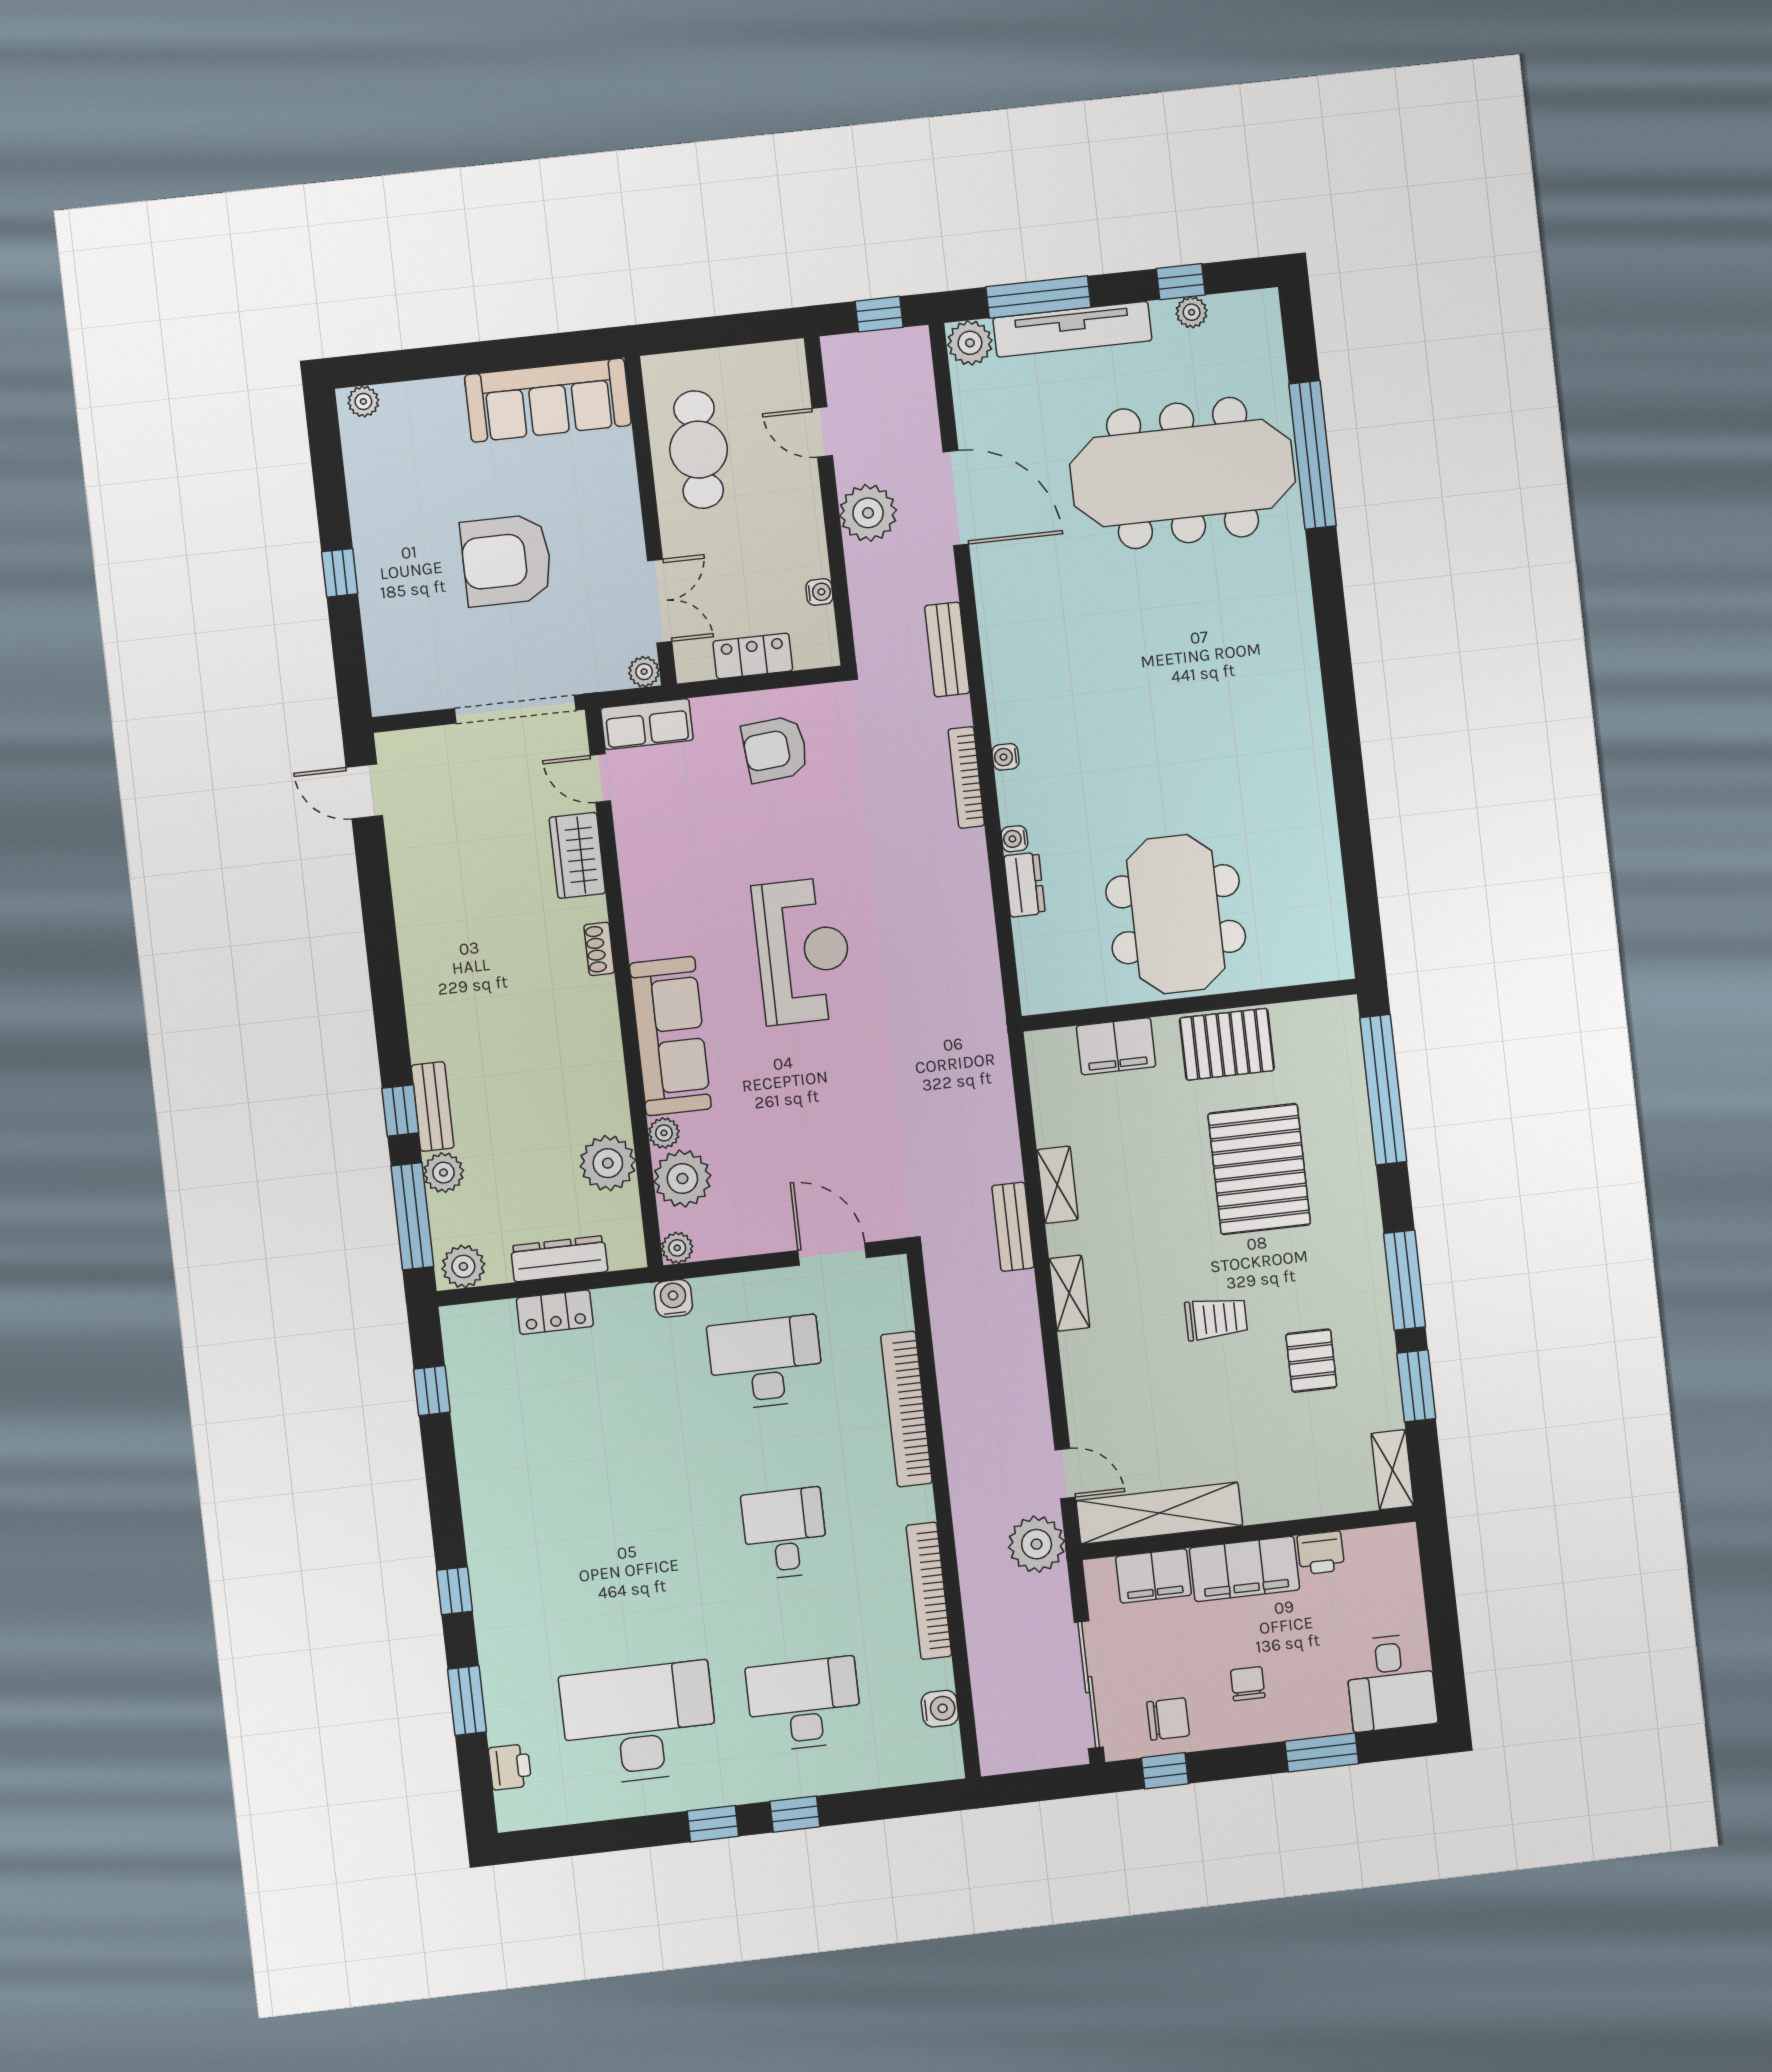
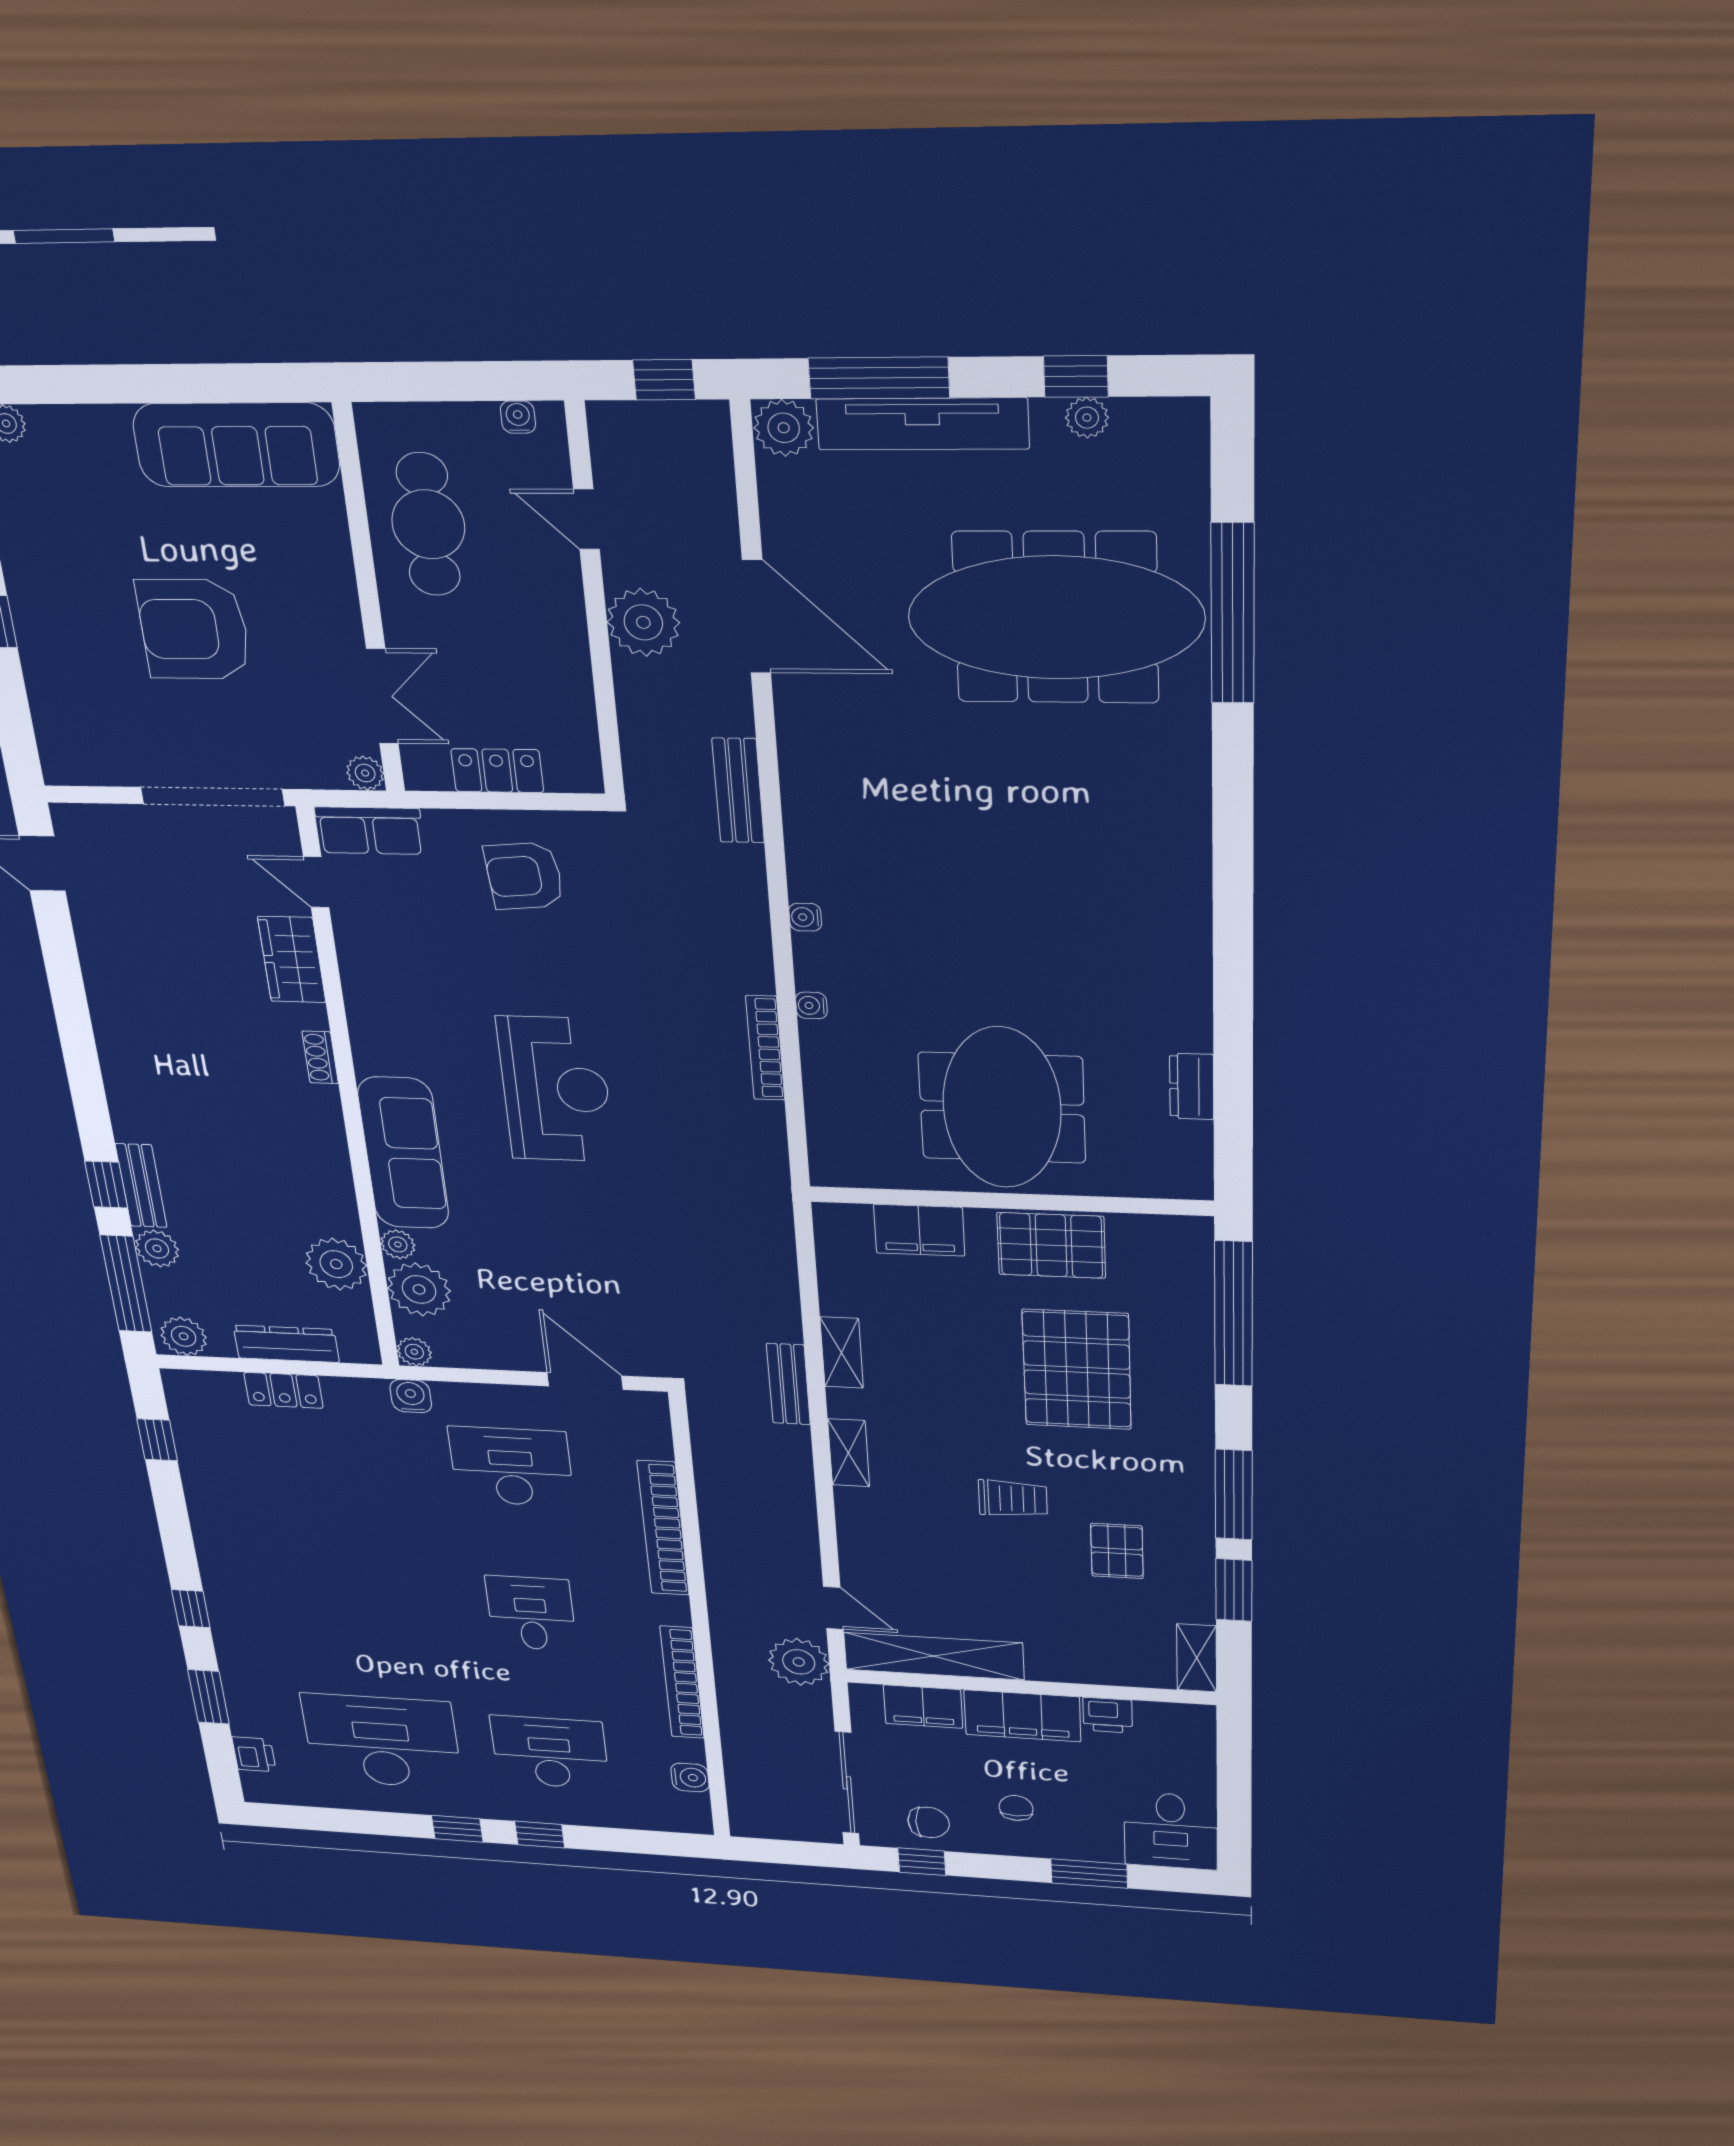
water cooler: (819, 592) -> (518, 417), moved, turned -90
bookcase: (966, 777) -> (765, 1048), moved
dresser: (1025, 885) -> (1192, 1086), moved, turned 180

